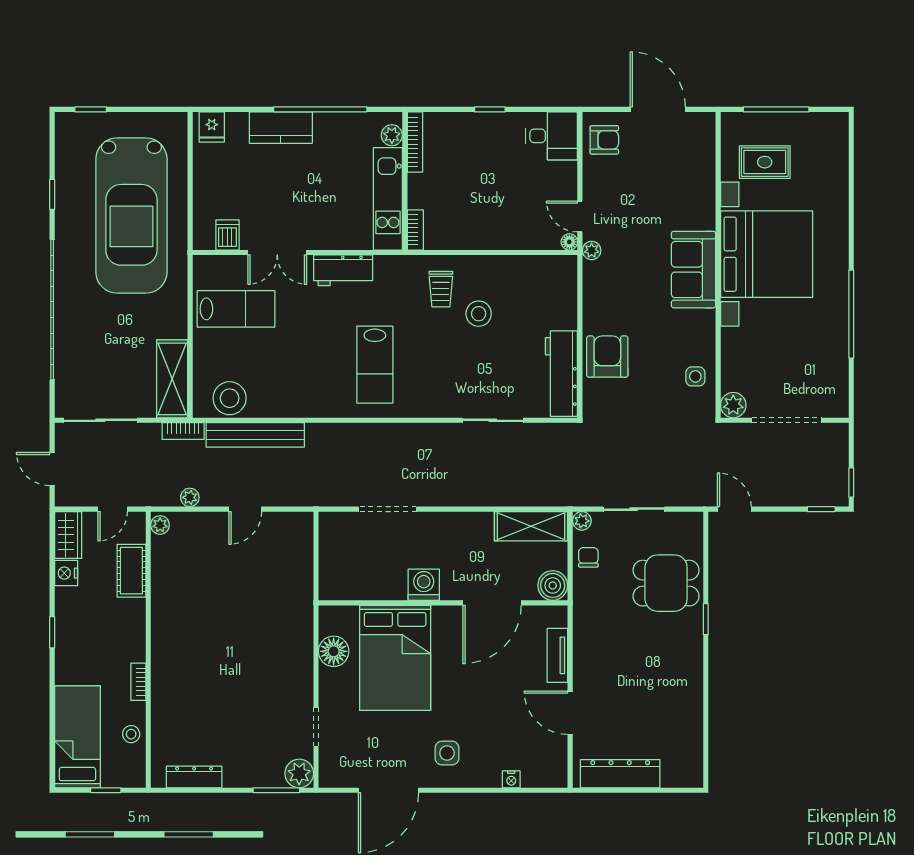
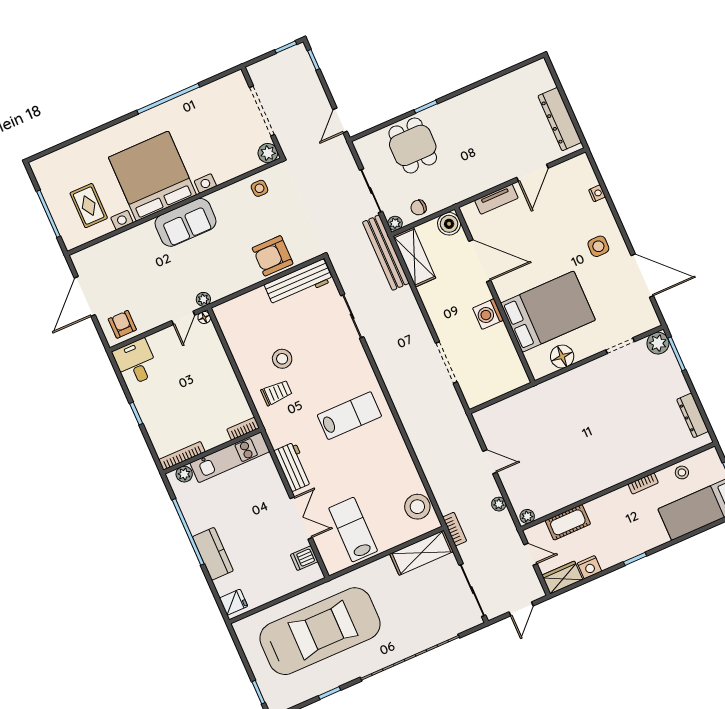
bench: (255, 435) -> (386, 253), moved

